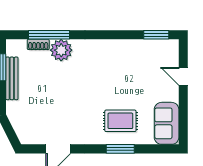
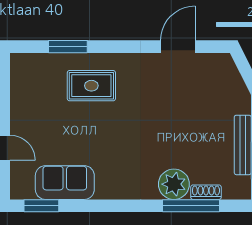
sofa: (167, 123) -> (65, 183), moved, turned -90
window: (120, 149) -> (68, 47), moved

